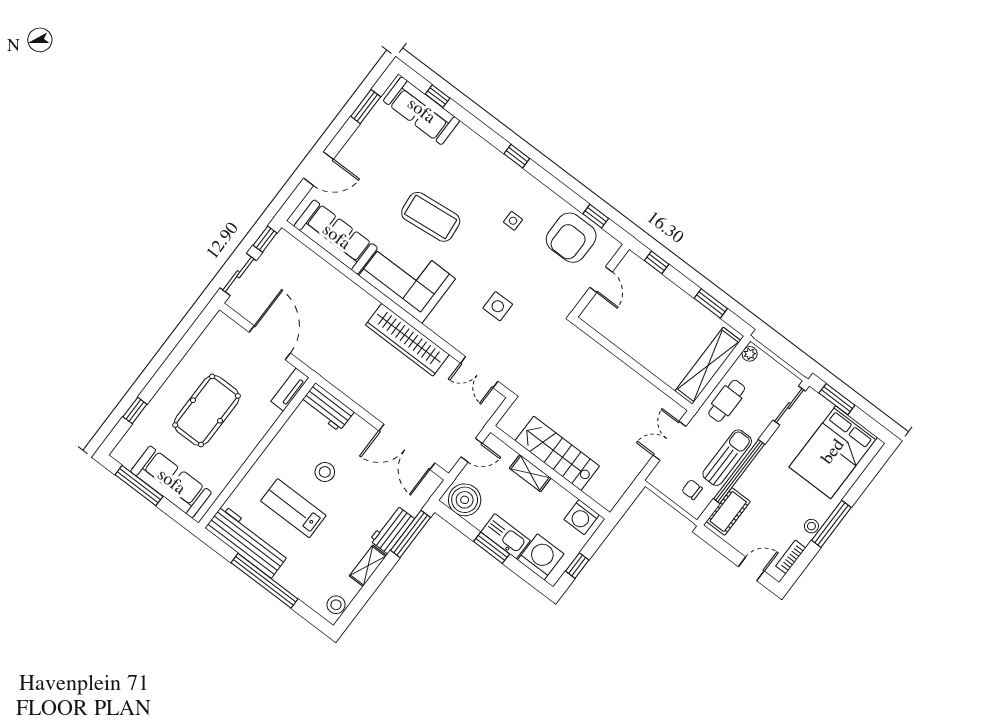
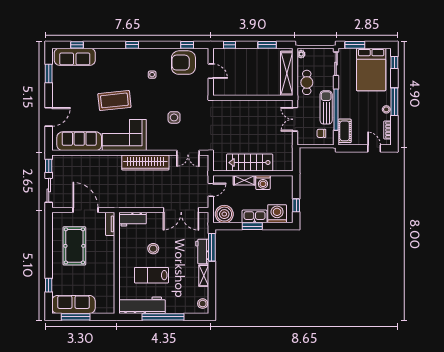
armchair: (571, 238) -> (183, 63), turned 90
pool table: (207, 410) -> (74, 246), moved
window: (874, 468) -> (394, 63), added
sofa: (171, 482) -> (73, 305), moved
washing machine: (582, 517) -> (263, 183), moved
door: (751, 569) -> (374, 148), hinge flipped

